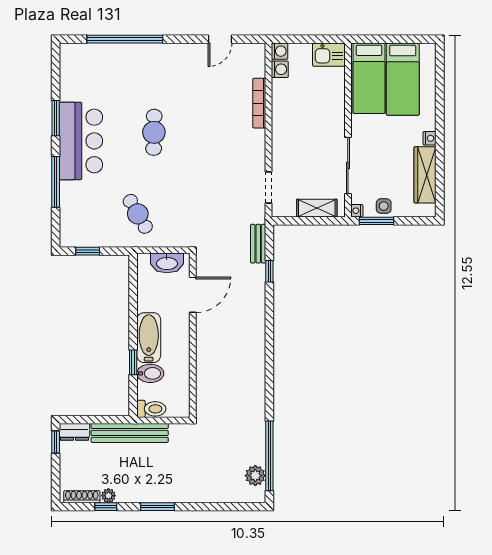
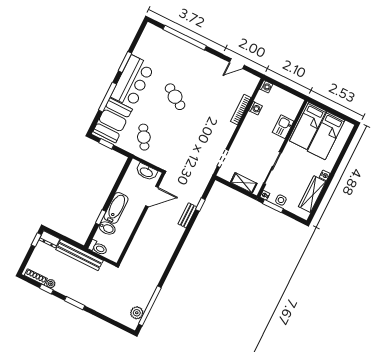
kitchen sink: (329, 55) -> (283, 127), moved, turned 90
washing machine: (280, 69) -> (256, 108), moved
cafe table: (154, 132) -> (175, 97), turned -58
booth: (80, 212) -> (113, 120), added
bench: (258, 244) -> (187, 215), moved

